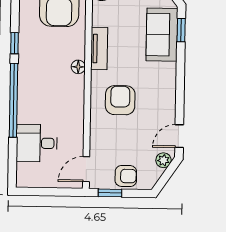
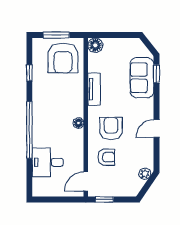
window: (15, 43) -> (29, 73), moved
floor lamp: (78, 67) -> (78, 123), moved
door: (179, 136) -> (157, 128), moved
armchair: (126, 176) -> (106, 157), moved

